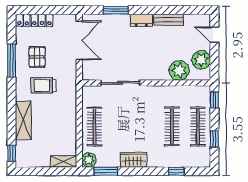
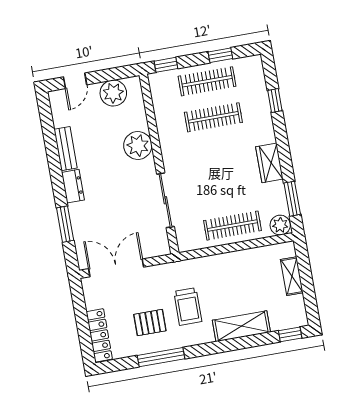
plant: (179, 70) -> (138, 145), moved
shelving: (64, 162) -> (292, 276), moved

